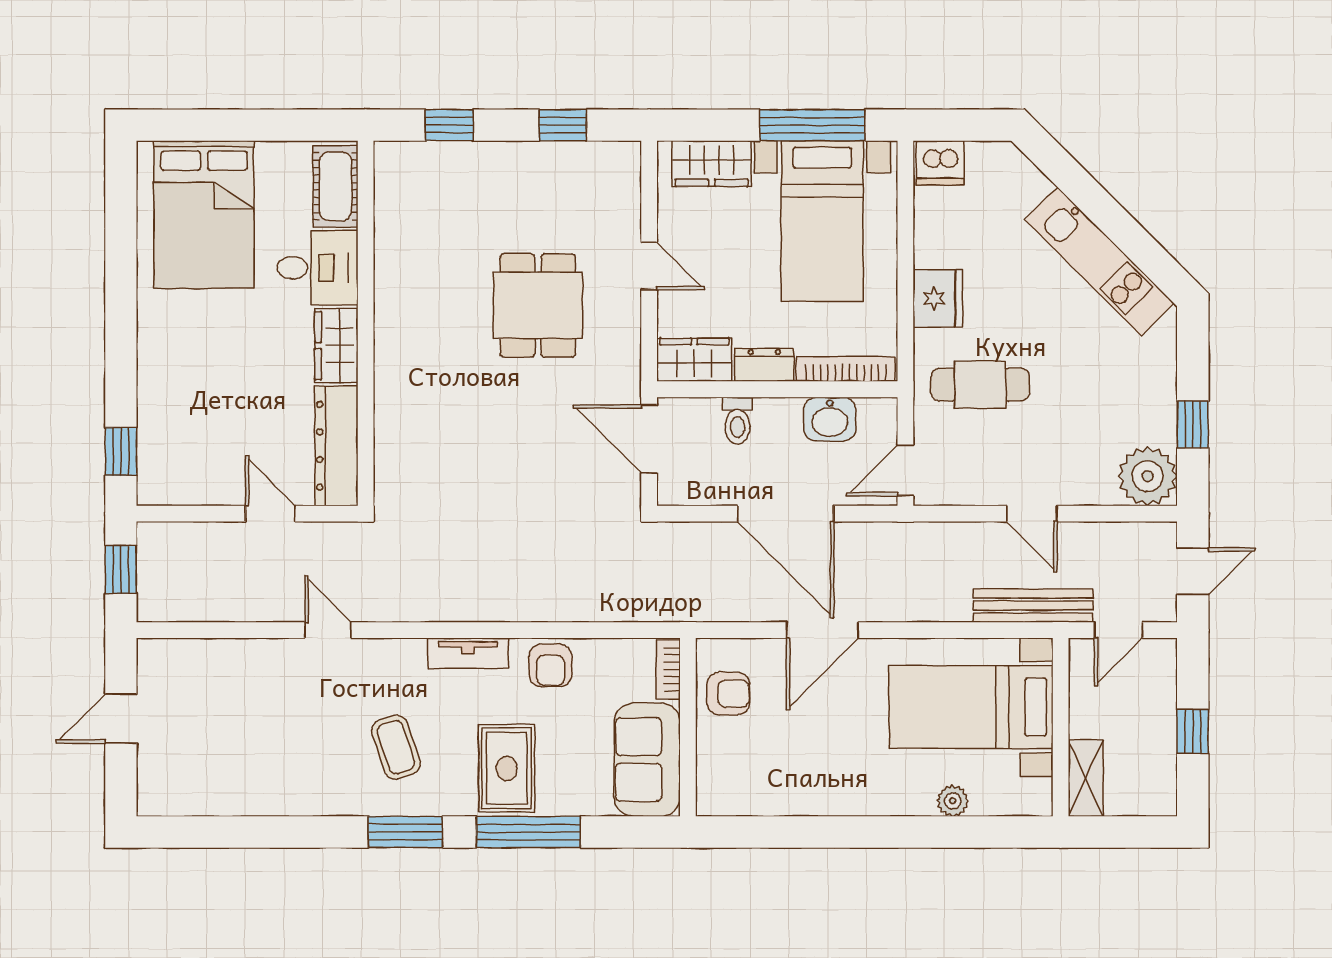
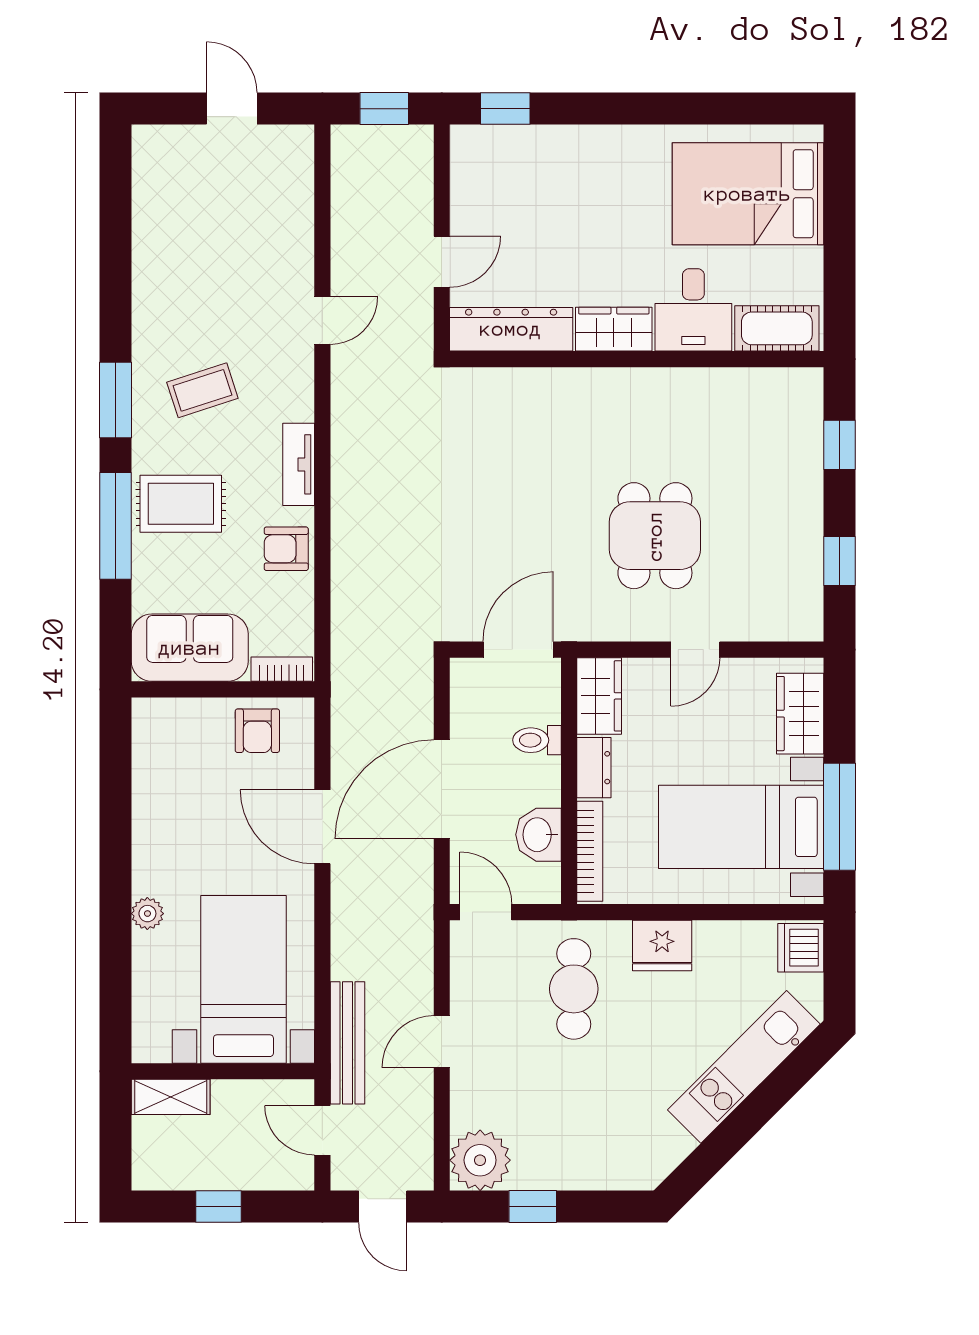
kitchen unit: (1099, 261) -> (744, 1067), moved
dining table: (538, 305) -> (655, 536), turned 90
plant: (953, 801) -> (147, 914), moved

